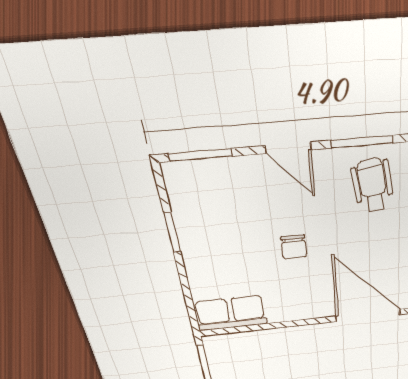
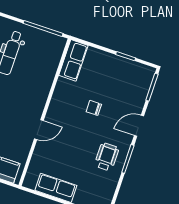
wheelchair: (373, 185) -> (107, 157), turned -81
door: (368, 315) -> (39, 130), width x0.53

